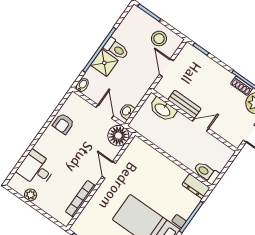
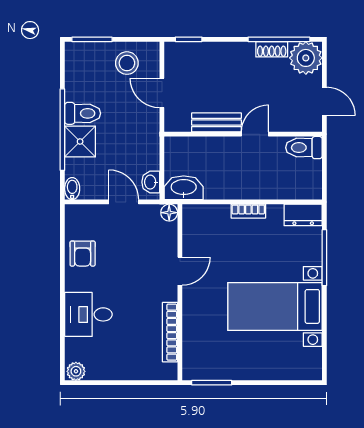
washbasin: (163, 110) -> (184, 188), moved, turned 180
floor lamp: (118, 136) -> (169, 213), width x0.53, depth x0.53
bookcase: (168, 164) -> (248, 211), added
desk: (36, 169) -> (88, 314), moved
door: (109, 170) -> (180, 271), swing flipped
toilet: (206, 172) -> (304, 148), moved
plant: (31, 195) -> (76, 371), moved

